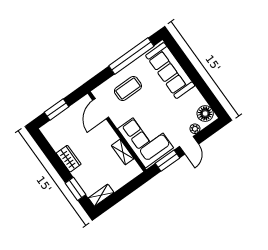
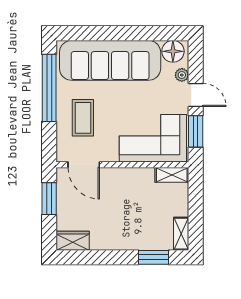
sofa: (170, 71) -> (110, 60), width x1.36, depth x1.27
window: (57, 110) -> (49, 199), moved
shelving: (123, 152) -> (172, 175), moved
wardrobe: (69, 159) -> (73, 241), moved

